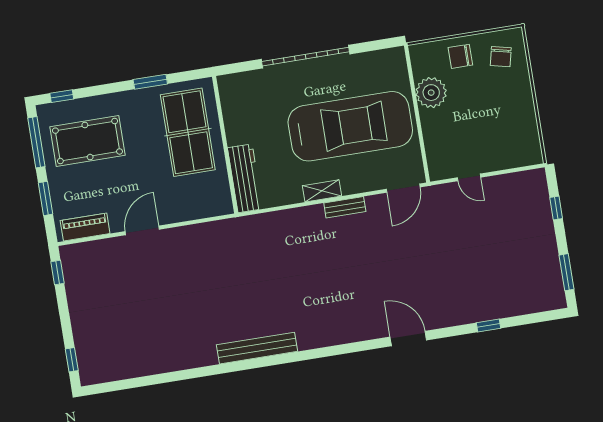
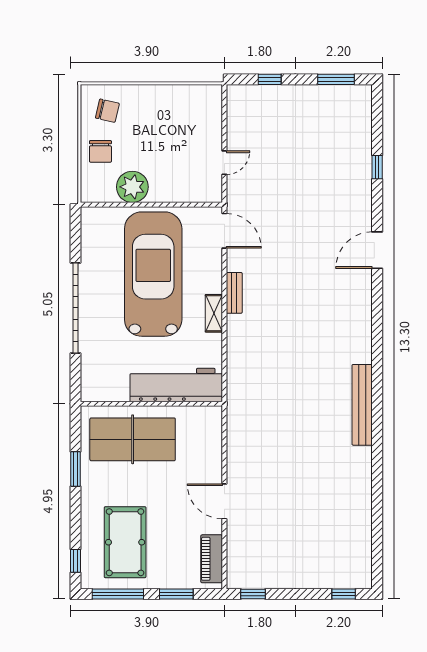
workbench: (245, 178) -> (176, 385), width x1.36, depth x1.32

